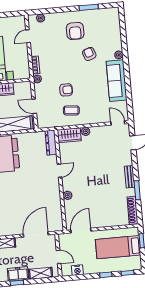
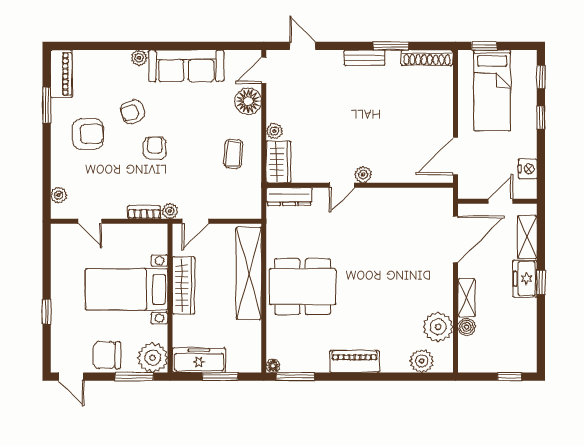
piano: (106, 14) -> (61, 74), added
armchair: (66, 90) -> (155, 148), moved
door: (34, 106) -> (195, 221), moved
floor lamp: (100, 116) -> (248, 101), added
door: (60, 171) -> (342, 185), swing flipped
plant: (68, 195) -> (363, 175), moved
door: (81, 231) -> (456, 156), hinge flipped
door: (36, 235) -> (456, 239), swing flipped

